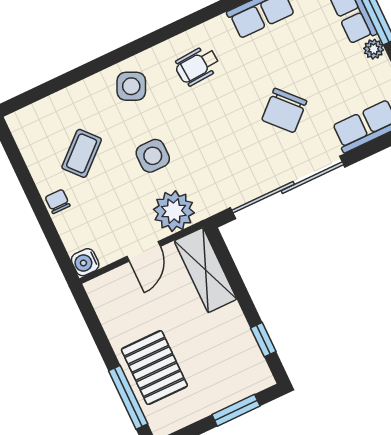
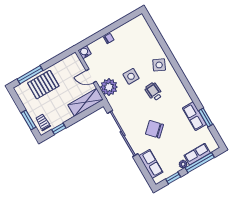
wheelchair: (197, 66) -> (154, 92), moved
coffee table: (82, 153) -> (130, 47), removed
trolley: (245, 376) -> (43, 122), added

